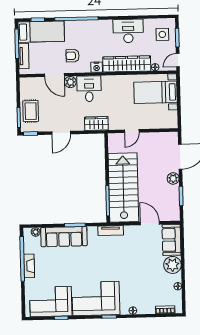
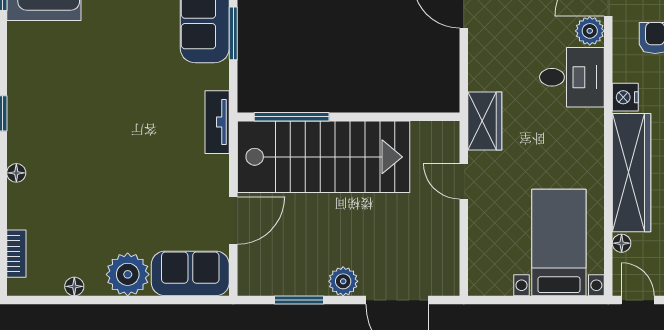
wardrobe: (96, 124) -> (485, 121), moved
corner sofa: (96, 299) -> (49, 81), removed

